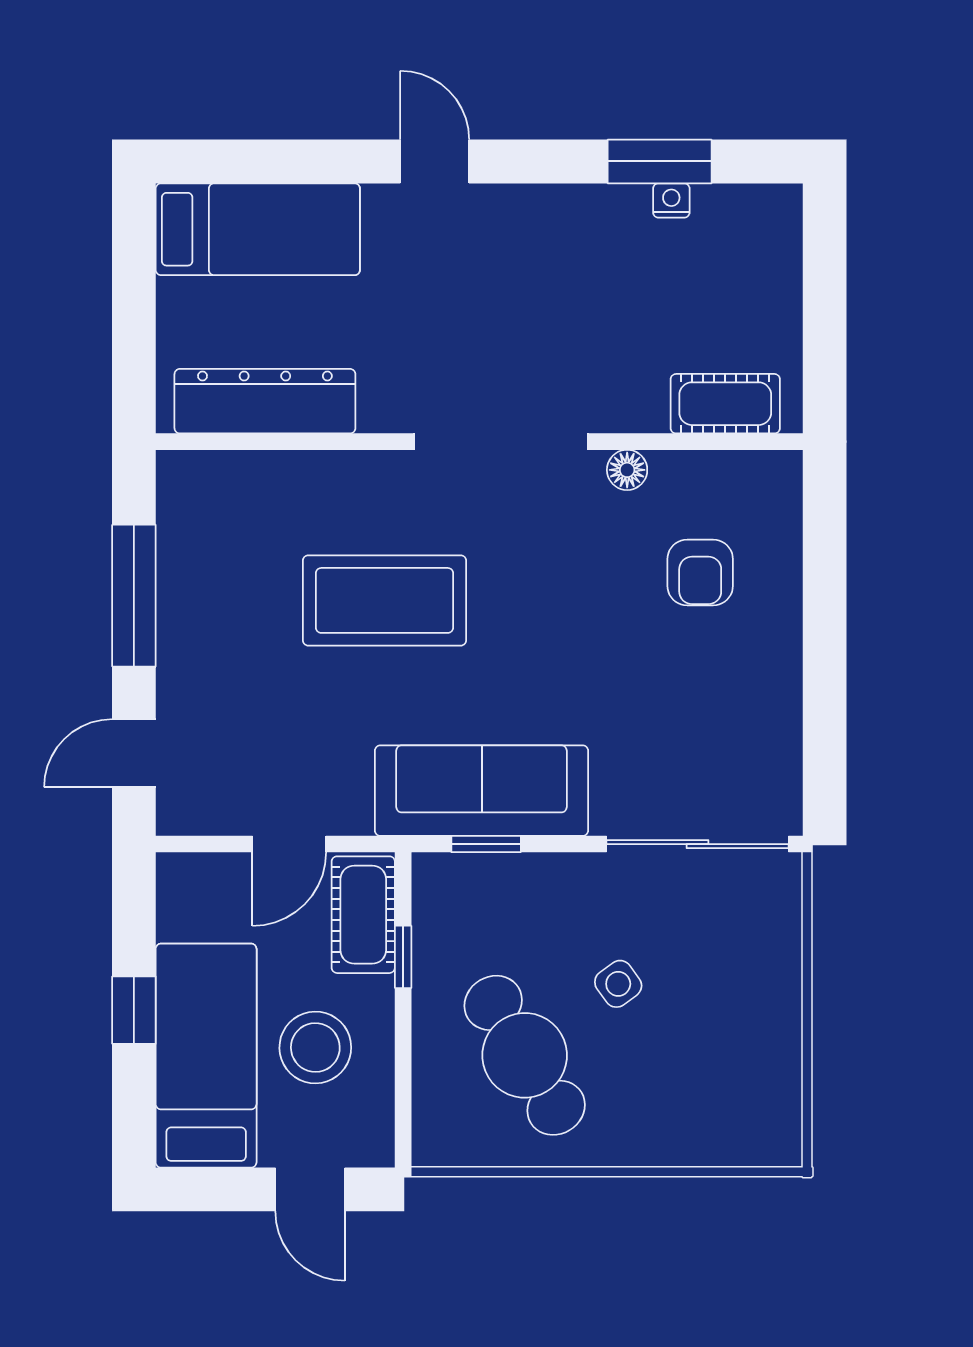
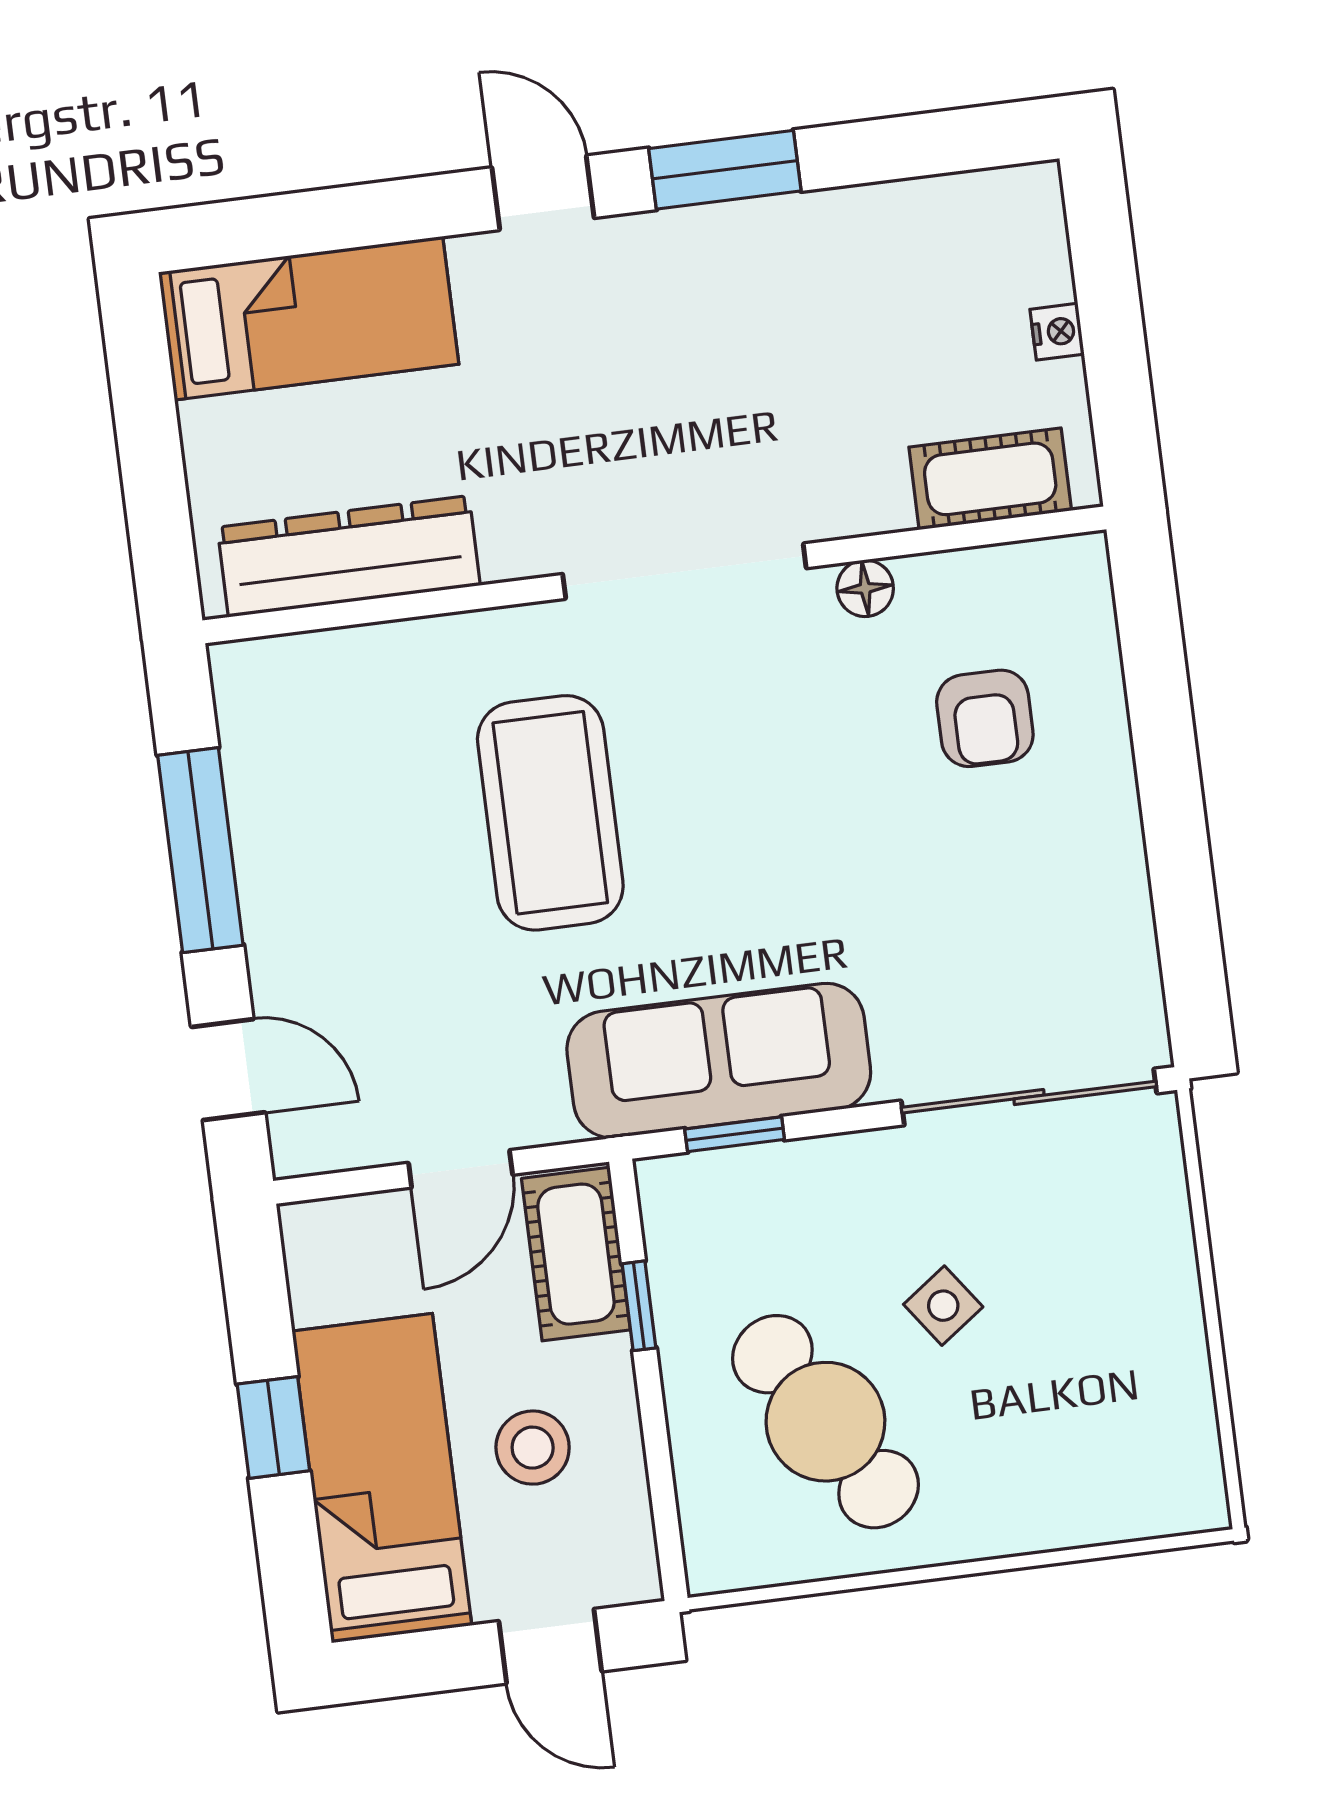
window: (660, 161) -> (725, 170), moved
nightstand: (671, 200) -> (1057, 332), moved, turned 90
coffee table: (384, 600) -> (550, 813), turned 90
door: (134, 753) -> (228, 1070), swing flipped
stool: (315, 1047) -> (533, 1448), width x0.73, depth x0.73

